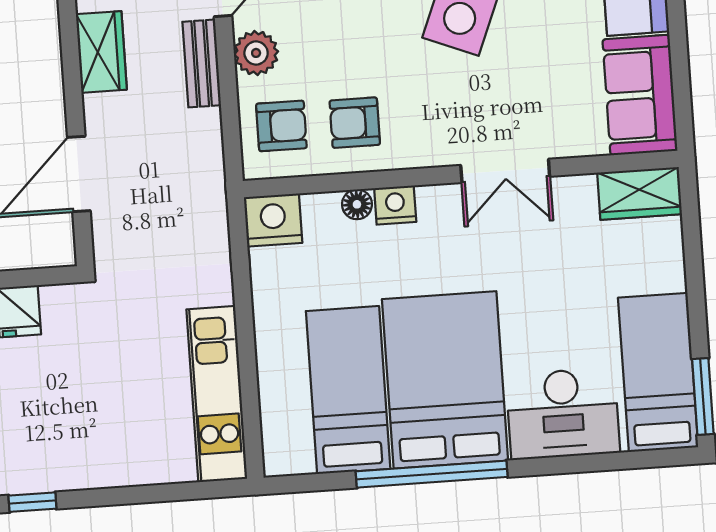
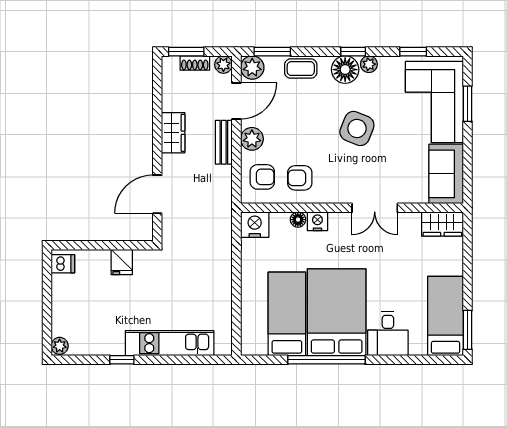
kitchen unit: (217, 394) -> (170, 343), moved, turned 90
desk: (563, 414) -> (388, 334), width x0.73

